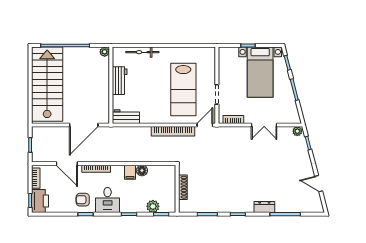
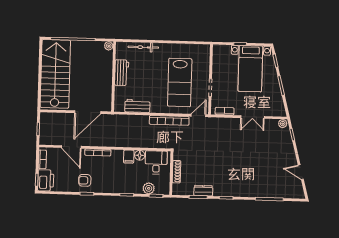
workbench: (126, 117) -> (137, 106), moved
desk: (108, 200) -> (156, 162), moved, turned 180
dresser: (264, 207) -> (203, 191), moved

